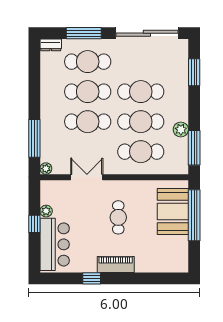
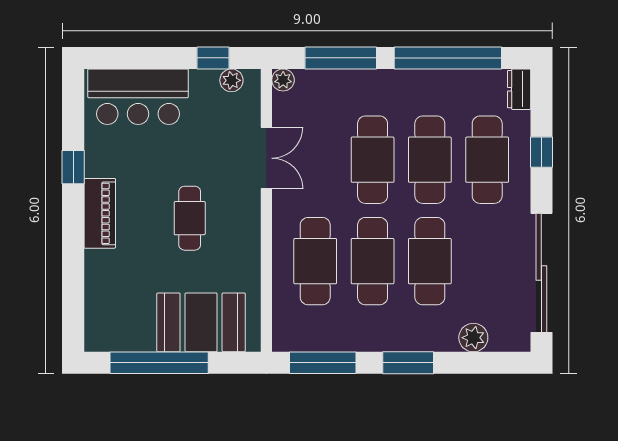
window: (84, 33) -> (541, 152), width x0.46
window: (194, 72) -> (408, 363), moved
window: (34, 82) -> (448, 58), added
plant: (181, 130) -> (473, 338), moved
plant: (46, 211) -> (231, 80), moved
window: (194, 215) -> (159, 363), moved
cafe table: (118, 217) -> (190, 218), turned 90
window: (34, 224) -> (213, 58), moved

